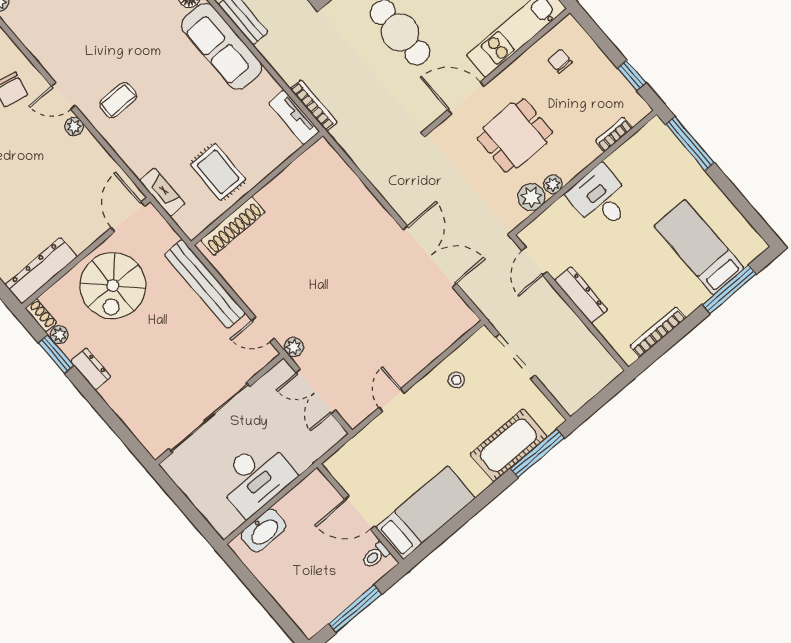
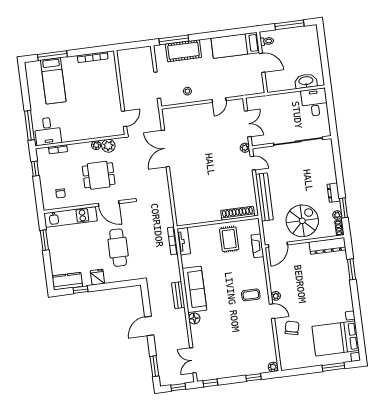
desk: (600, 198) -> (48, 131), moved
dresser: (581, 295) -> (114, 93), removed
desk: (255, 478) -> (314, 102), moved, width x0.73

